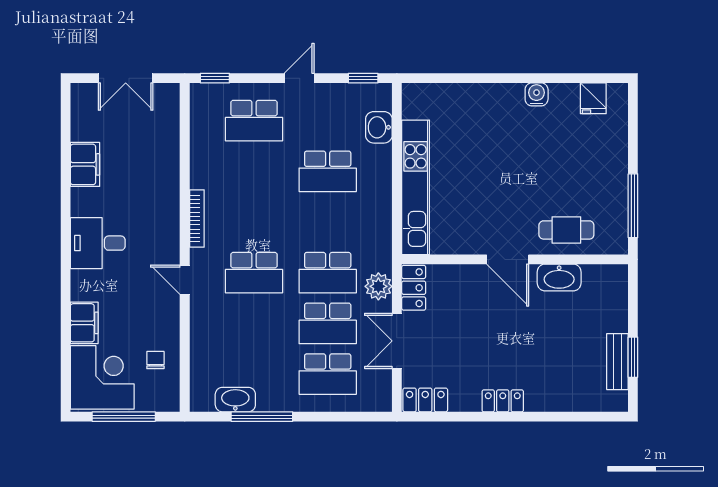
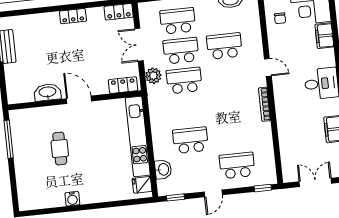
fridge: (593, 98) -> (142, 185), moved, turned -90
cafe table: (566, 230) -> (60, 149), moved, turned 90
school desk: (254, 273) -> (224, 46), moved
locker: (414, 288) -> (123, 85), moved, turned 90
double door: (397, 341) -> (139, 45), swing flipped

